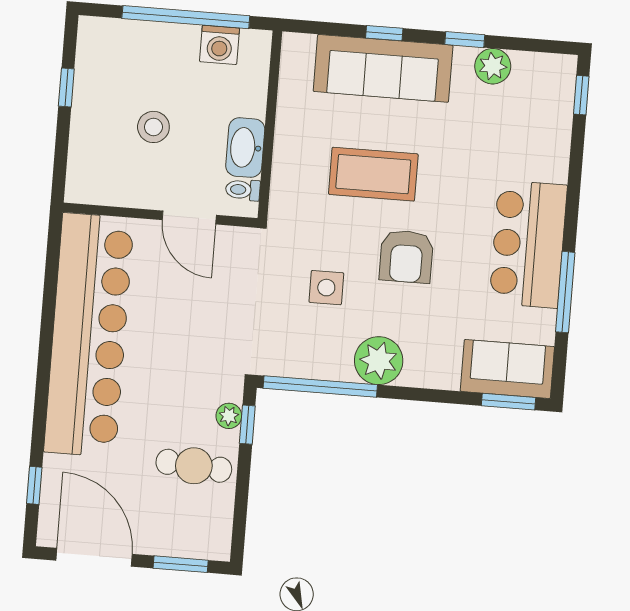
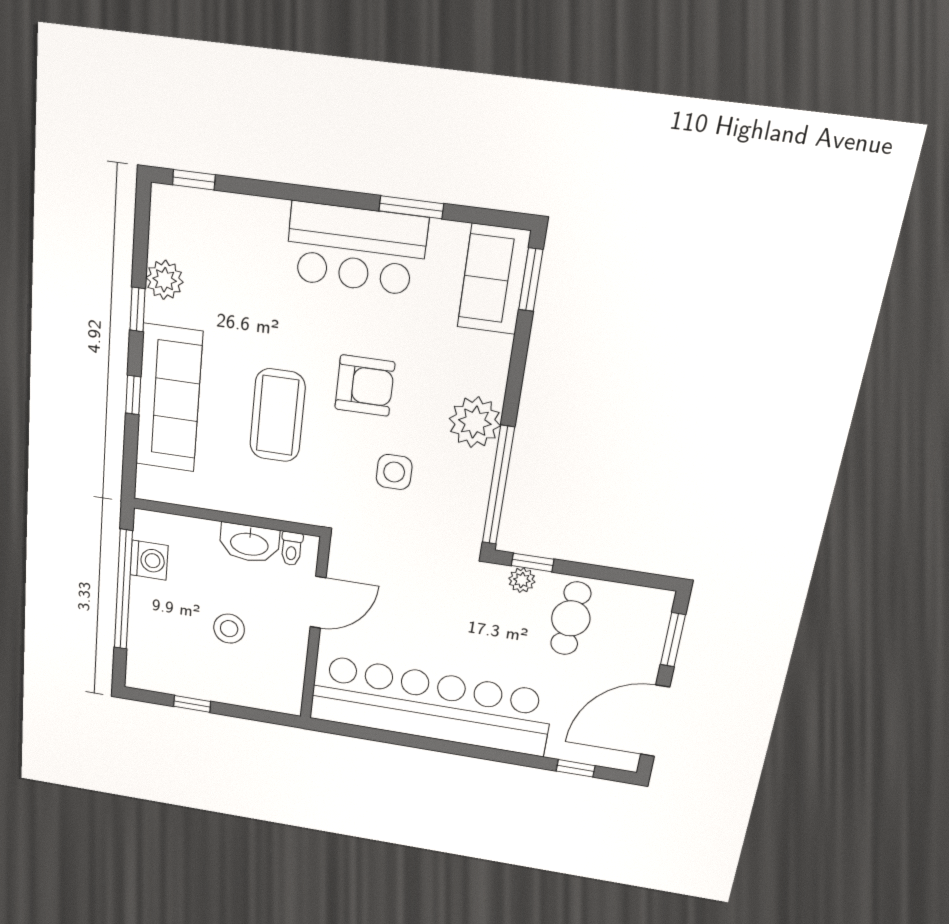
window: (565, 292) -> (411, 207), width x0.69

